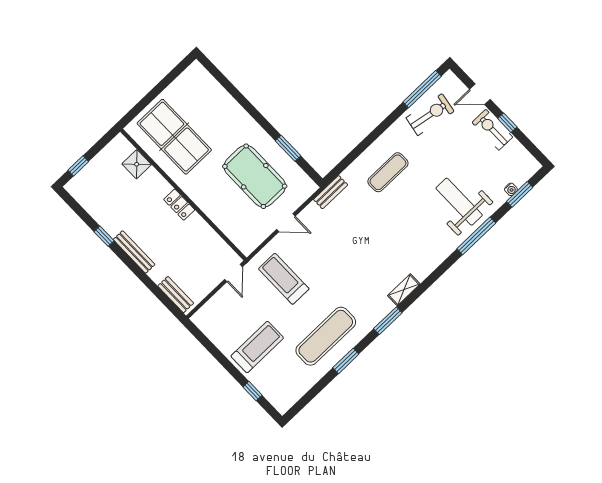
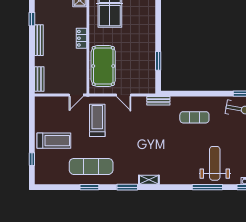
pool table: (255, 176) -> (103, 66), moved

